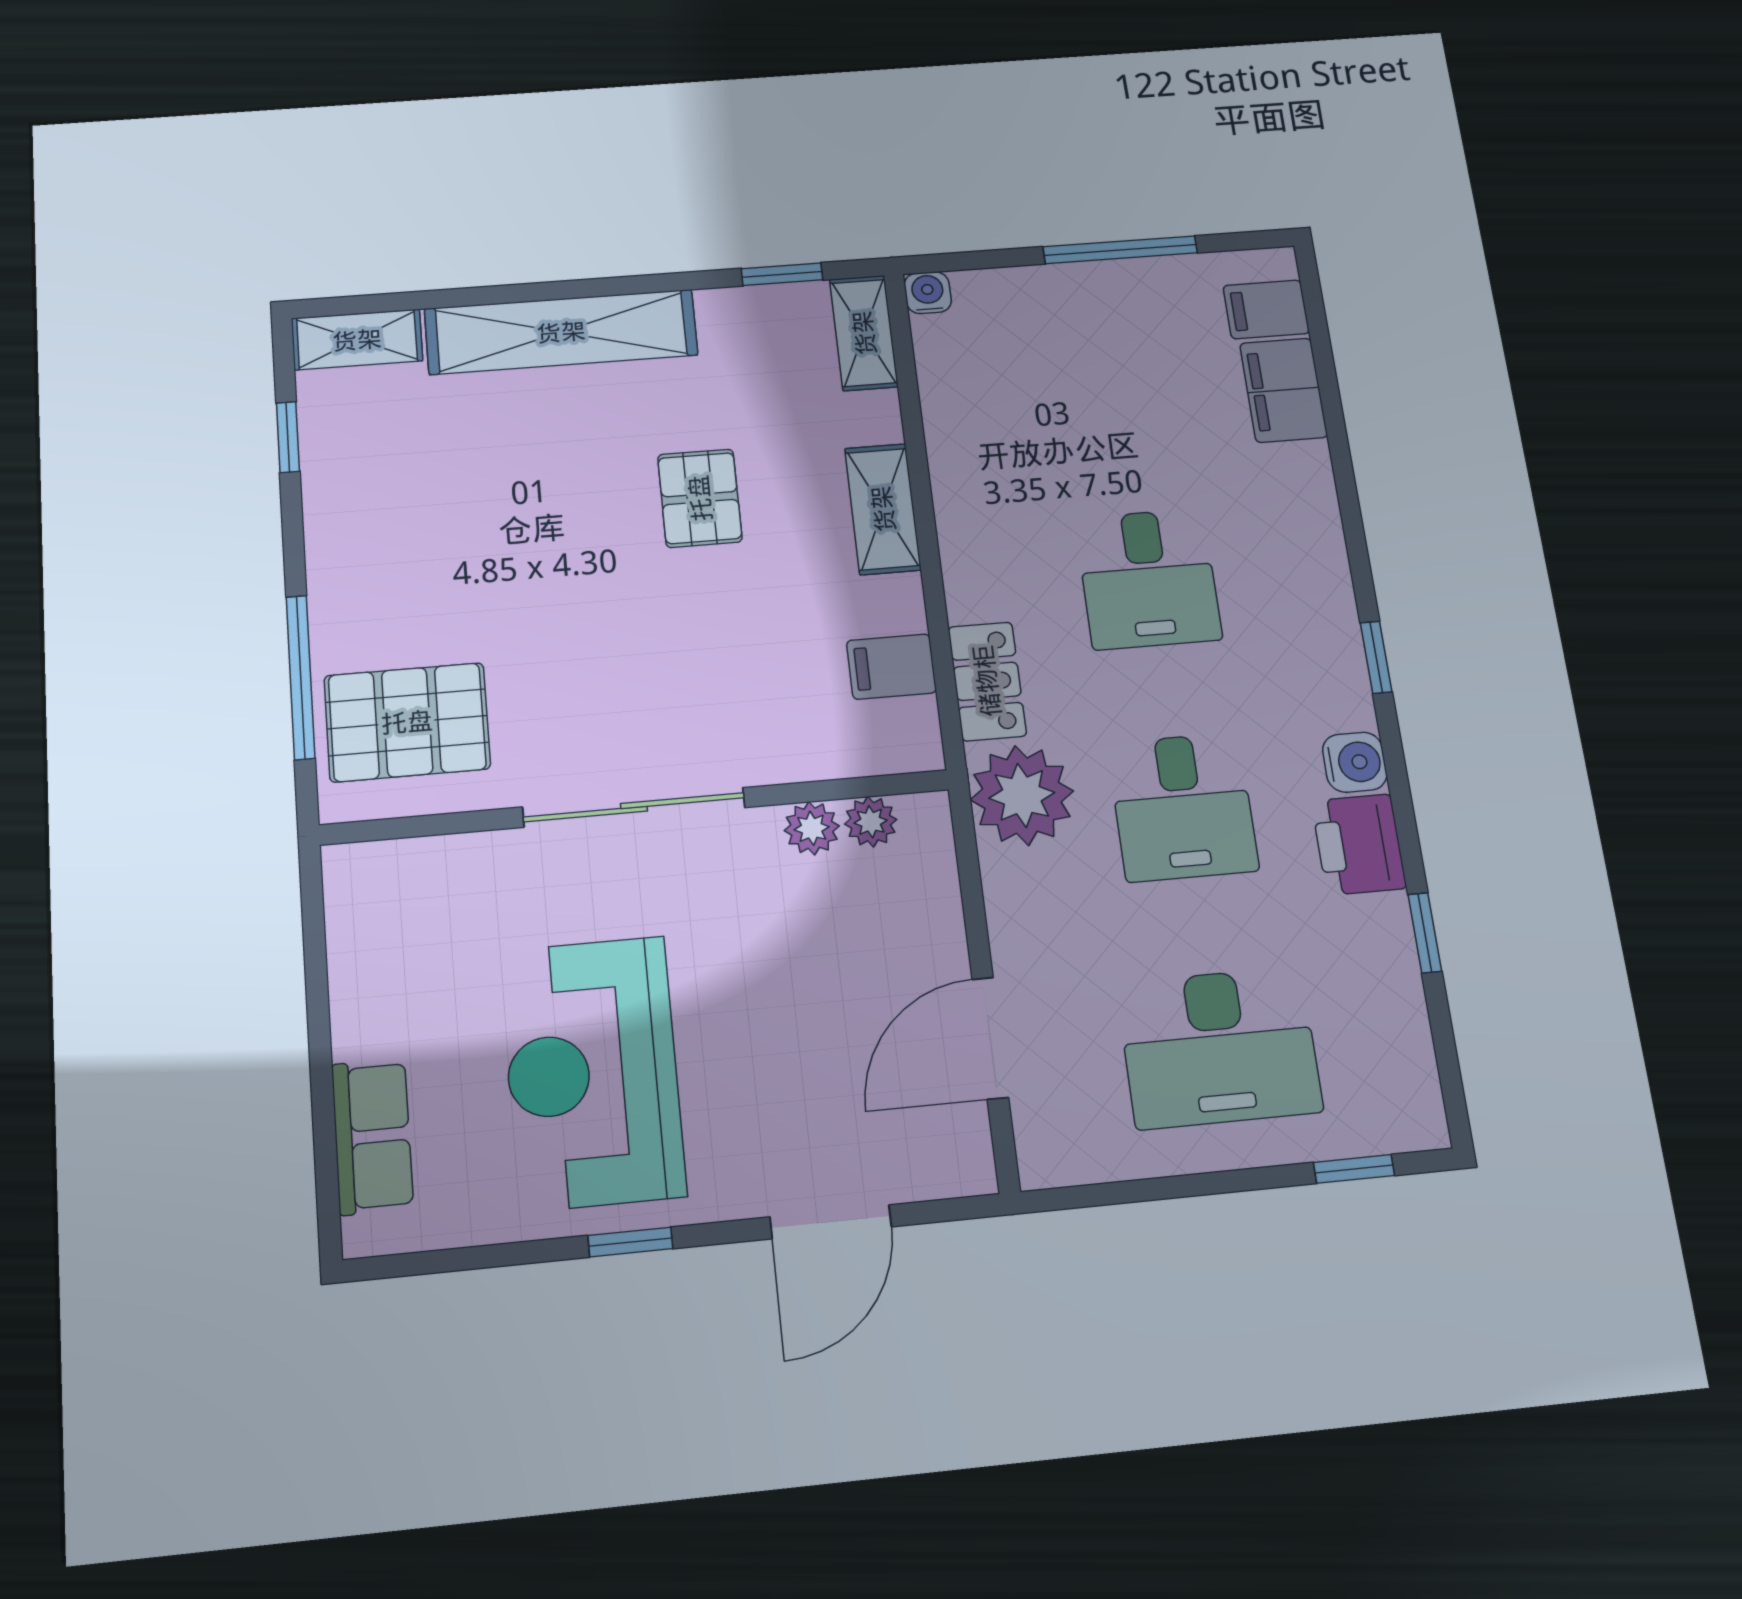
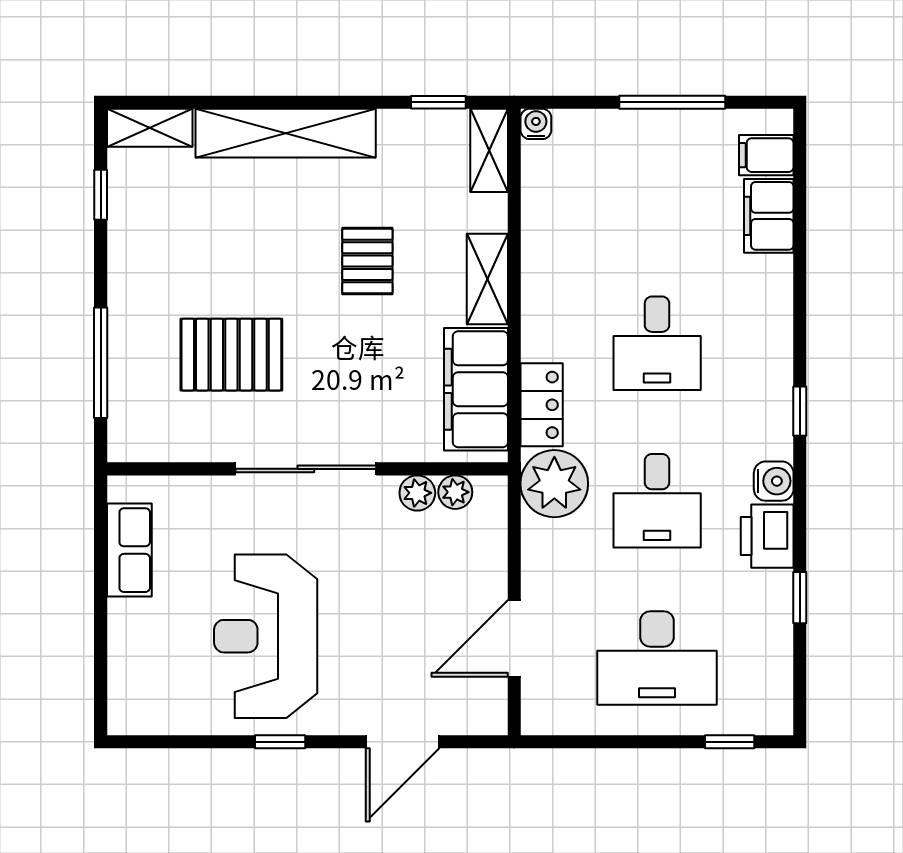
filing cabinet: (891, 667) -> (476, 389), width x3.00, depth x1.17
pallet: (407, 722) -> (231, 355), moved
row of seats: (372, 1136) -> (129, 550), moved

